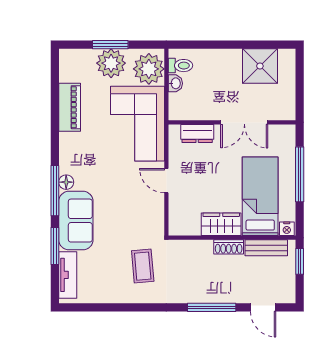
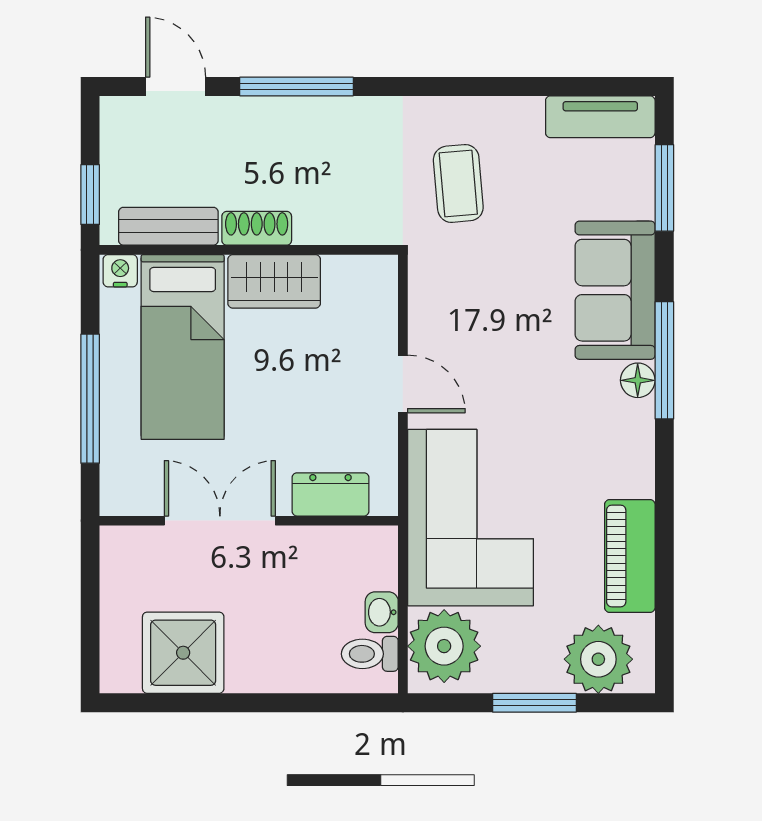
plant: (111, 63) -> (598, 659), moved
window: (55, 246) -> (664, 188), moved
tv unit: (68, 275) -> (600, 117), moved, turned -90

